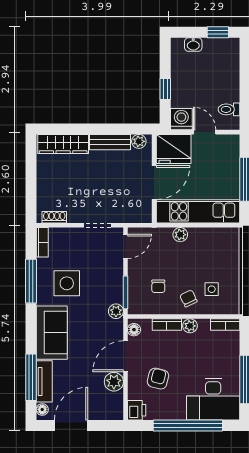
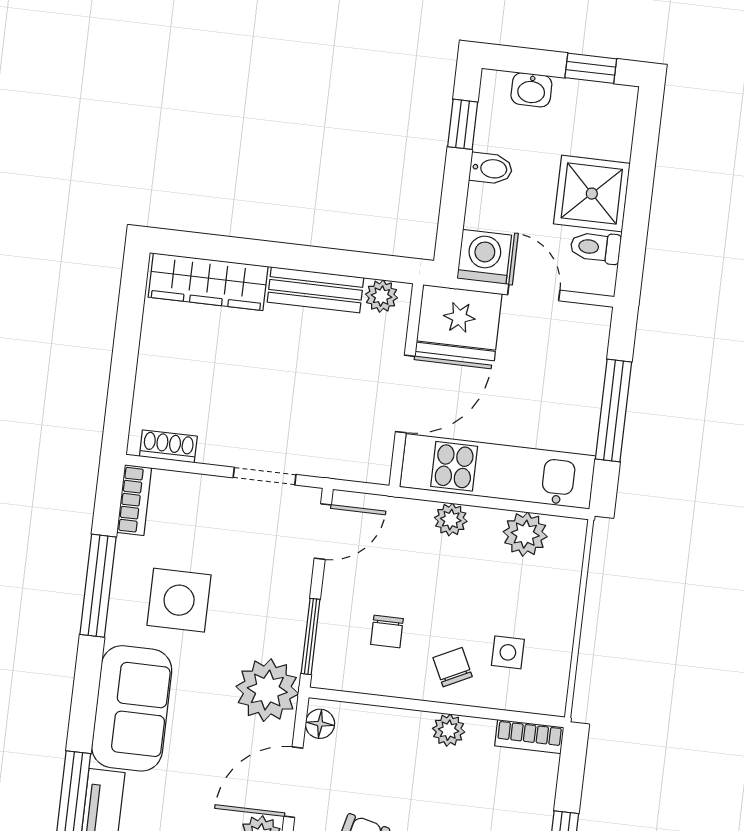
bidet: (180, 81) -> (491, 168), added
shower: (225, 86) -> (592, 194), added
window: (165, 89) -> (463, 124), moved
plant: (213, 237) -> (525, 534), added
plant: (116, 311) -> (267, 690), width x1.88, depth x1.88
bookcase: (167, 325) -> (396, 721), removed

